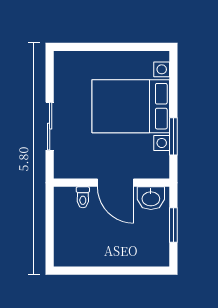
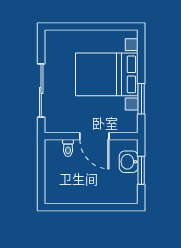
sliding door: (50, 126) -> (41, 90), width x1.37
washbasin: (151, 198) -> (129, 162), moved, turned 90

